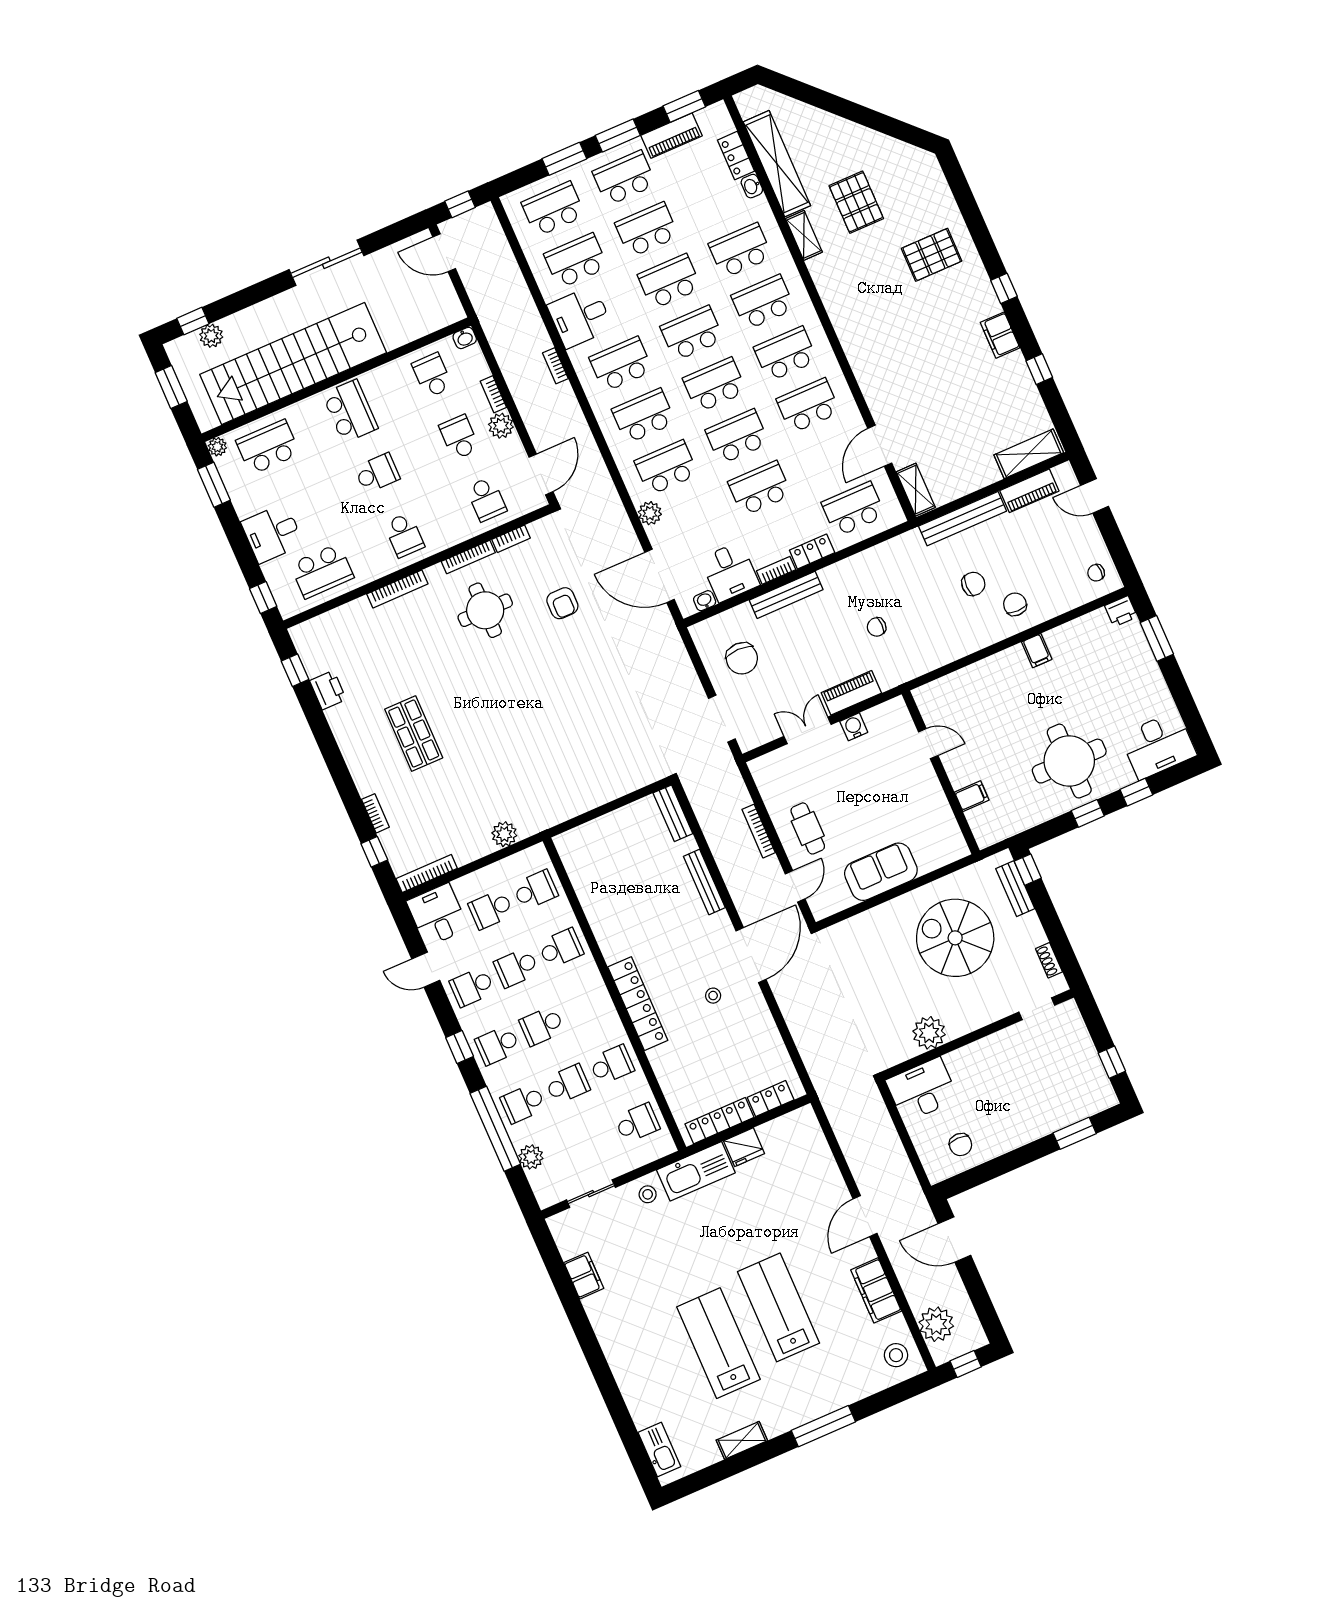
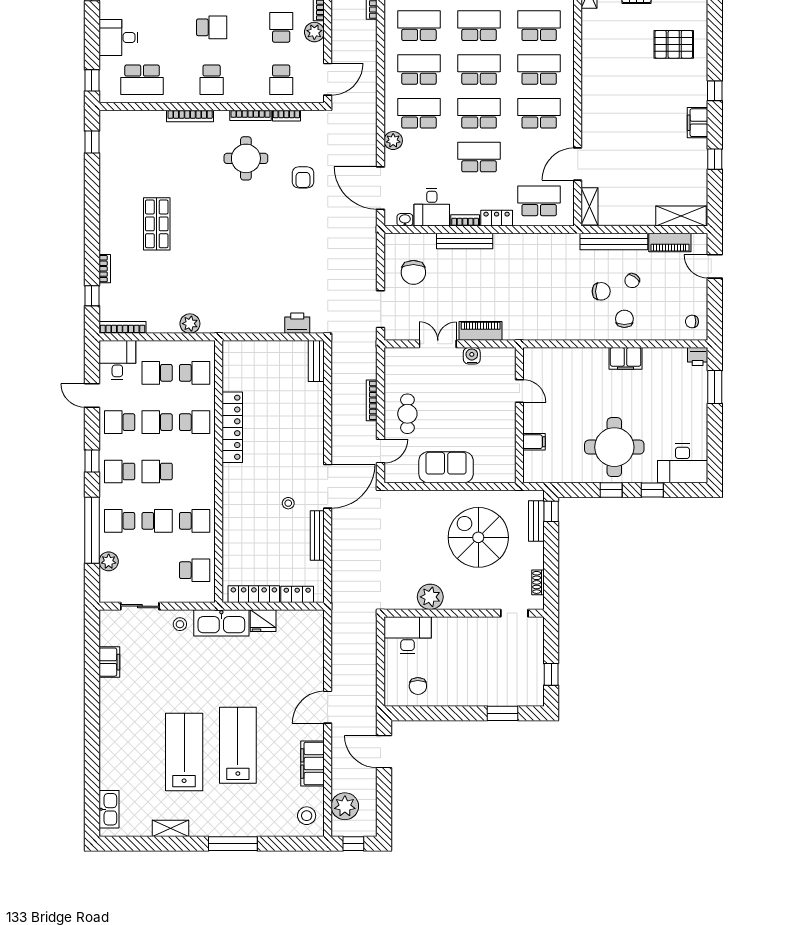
chair: (877, 627) -> (632, 281), moved, turned -56
filing cabinet: (1037, 651) -> (626, 358), width x2.00
printer: (328, 690) -> (297, 323), moved, turned -90
bench: (704, 882) -> (317, 536), moved
locker: (638, 1004) -> (232, 427), moved

